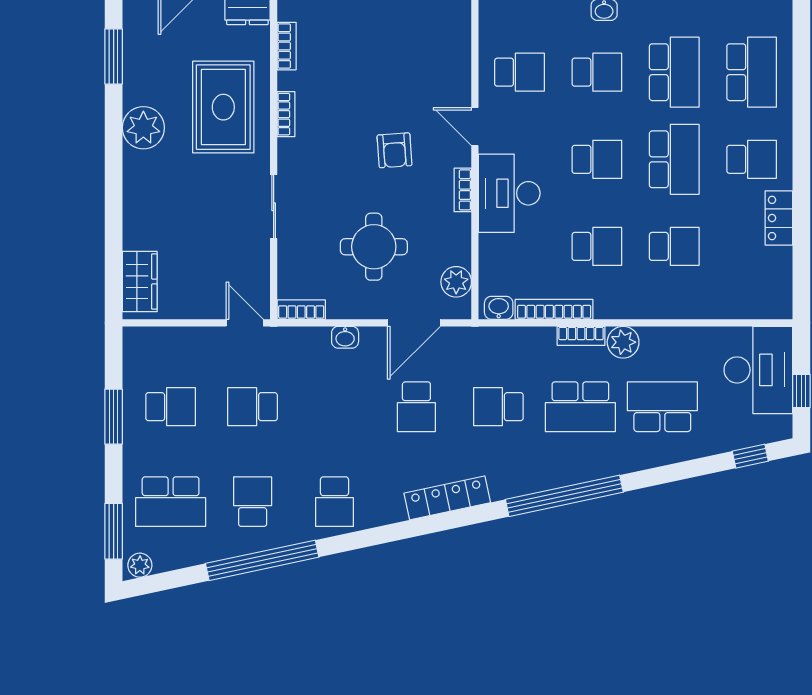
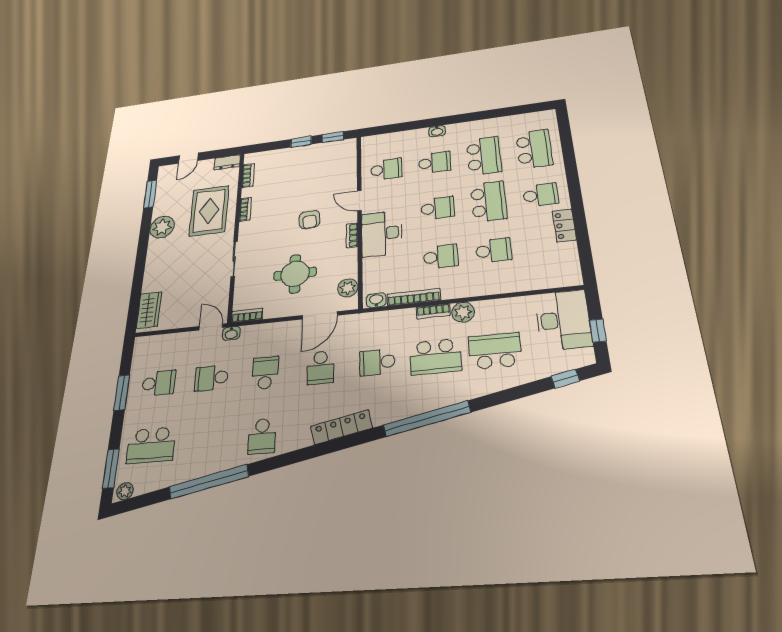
washbasin: (345, 337) -> (231, 333), moved
school desk: (253, 502) -> (265, 373), moved

